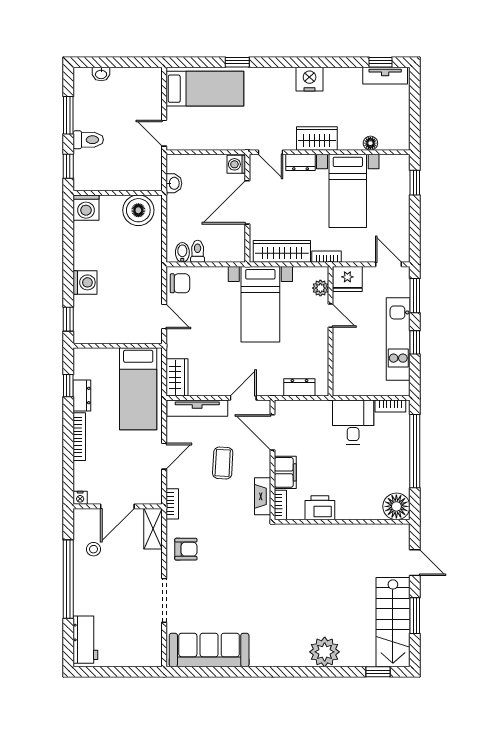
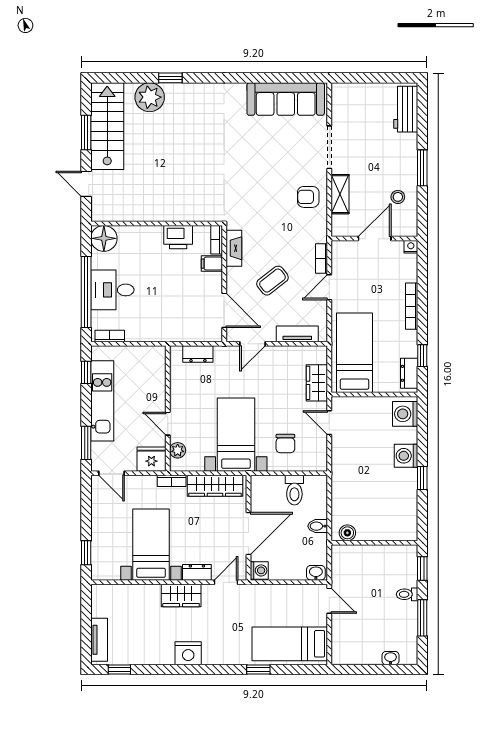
tv unit: (385, 76) -> (99, 640), moved, turned 90
toilet: (88, 140) -> (407, 594), width x0.73, depth x0.72
floor lamp: (370, 143) -> (129, 591), removed
door: (271, 152) -> (226, 582), hinge flipped
washbasin: (174, 183) -> (316, 573), moved, turned 90
washing machine: (86, 208) -> (405, 414), moved, turned -90
boiler: (138, 210) -> (347, 533), width x0.54, depth x0.54
toilet: (198, 251) -> (294, 490), width x1.37, depth x1.39
bidet: (182, 252) -> (318, 526), moved, turned 90
chair: (180, 283) -> (285, 444), moved, turned -90
window: (68, 319) -> (422, 478), moved
window: (415, 342) -> (86, 372), moved
wardrobe: (177, 377) -> (317, 383), moved
dresser: (82, 396) -> (409, 373), moved
tv unit: (197, 408) -> (297, 334), width x0.71
desk: (353, 422) -> (112, 290), moved, turned 90
coffee table: (223, 463) -> (272, 281), turned 49
filing cabinet: (285, 472) -> (212, 264), width x0.50
bookcase: (172, 504) -> (322, 258), moved
shelving: (153, 529) -> (340, 194), moved
window: (68, 579) -> (422, 168), width x0.47
plant: (325, 652) -> (150, 97), moved
window: (378, 672) -> (170, 78), moved

